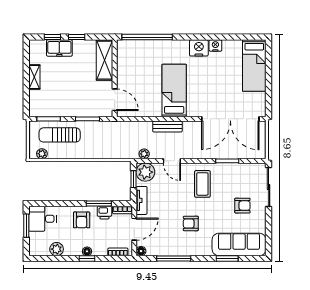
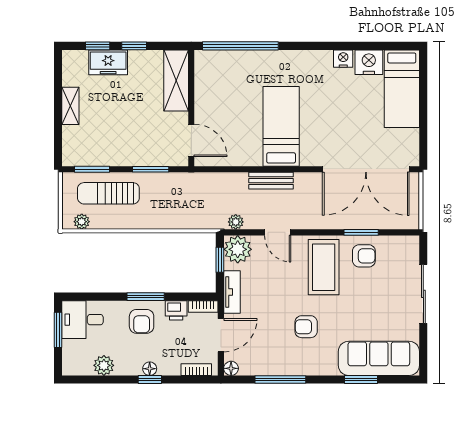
nightstand: (199, 48) -> (369, 62), moved
coffee table: (202, 184) -> (324, 267), width x1.36, depth x1.32
sliding door: (269, 187) -> (423, 294), moved
window: (99, 203) -> (146, 297), moved
armchair: (242, 206) -> (364, 256), moved

